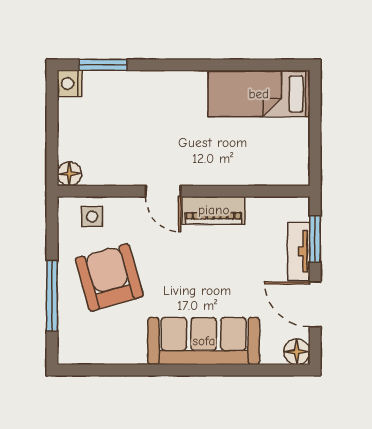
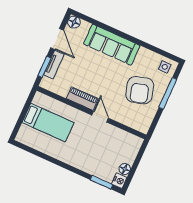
bed: (259, 94) -> (48, 123), moved
floor lamp: (69, 174) -> (125, 169), moved
side table: (92, 217) -> (165, 67), moved

